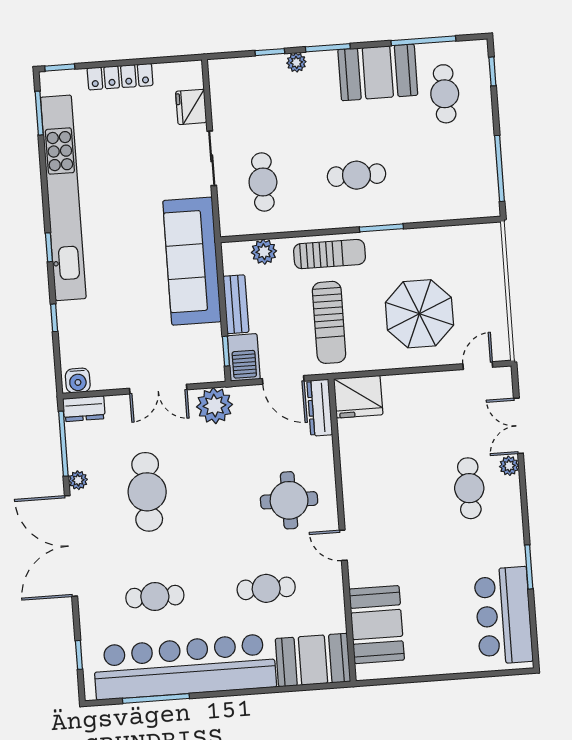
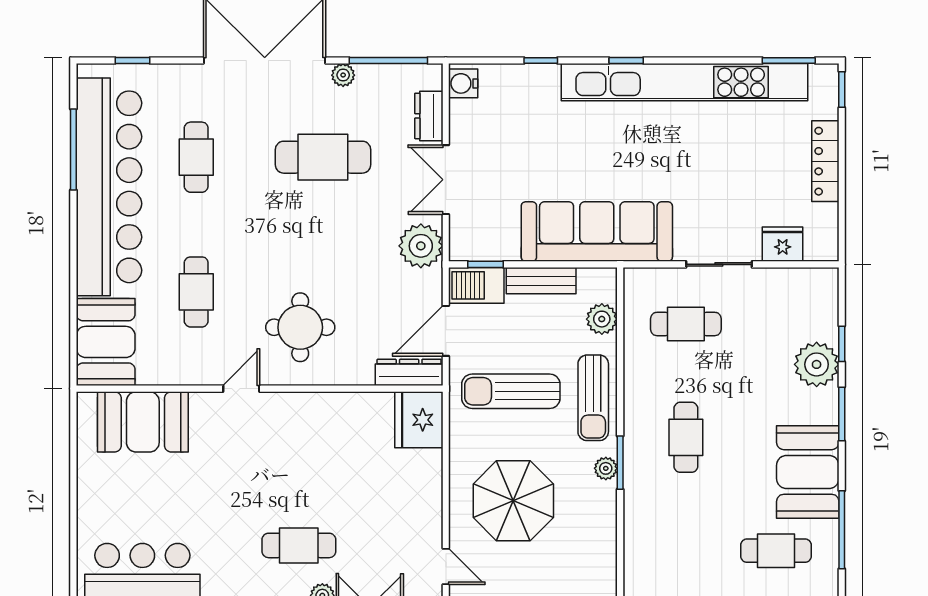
plant: (296, 62) -> (817, 364), width x1.87, depth x1.87
plant: (387, 239) -> (606, 468), added
dresser: (84, 409) -> (429, 116), moved

